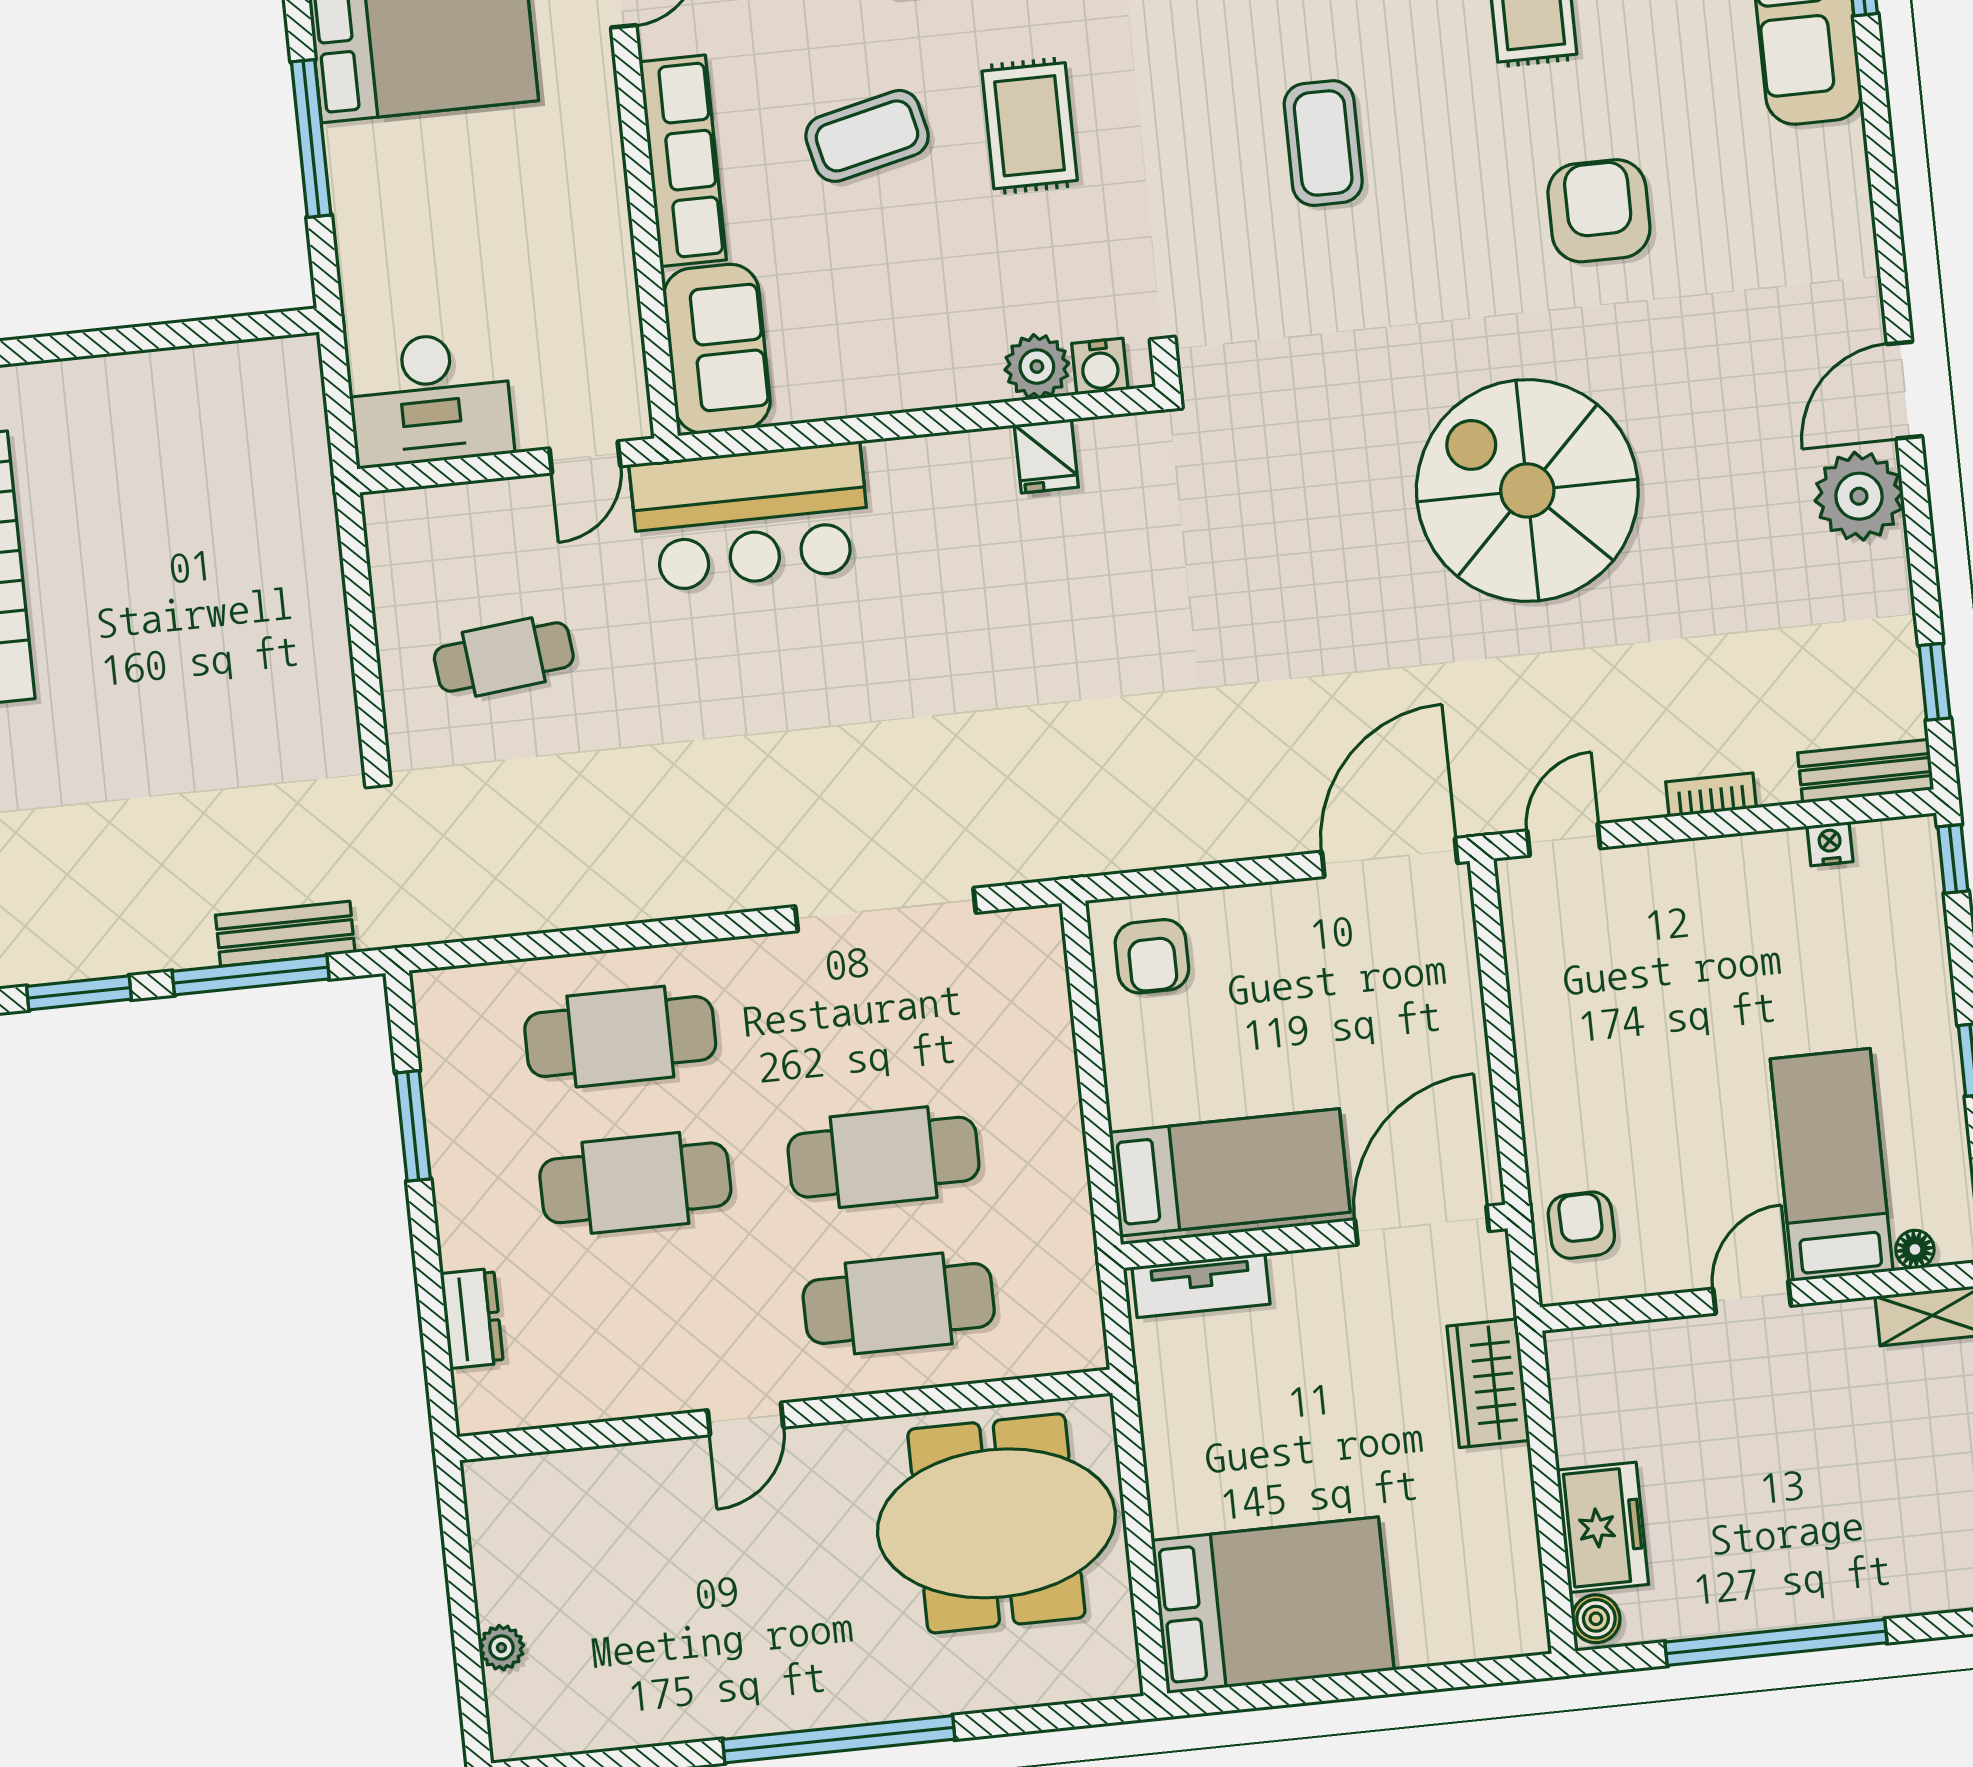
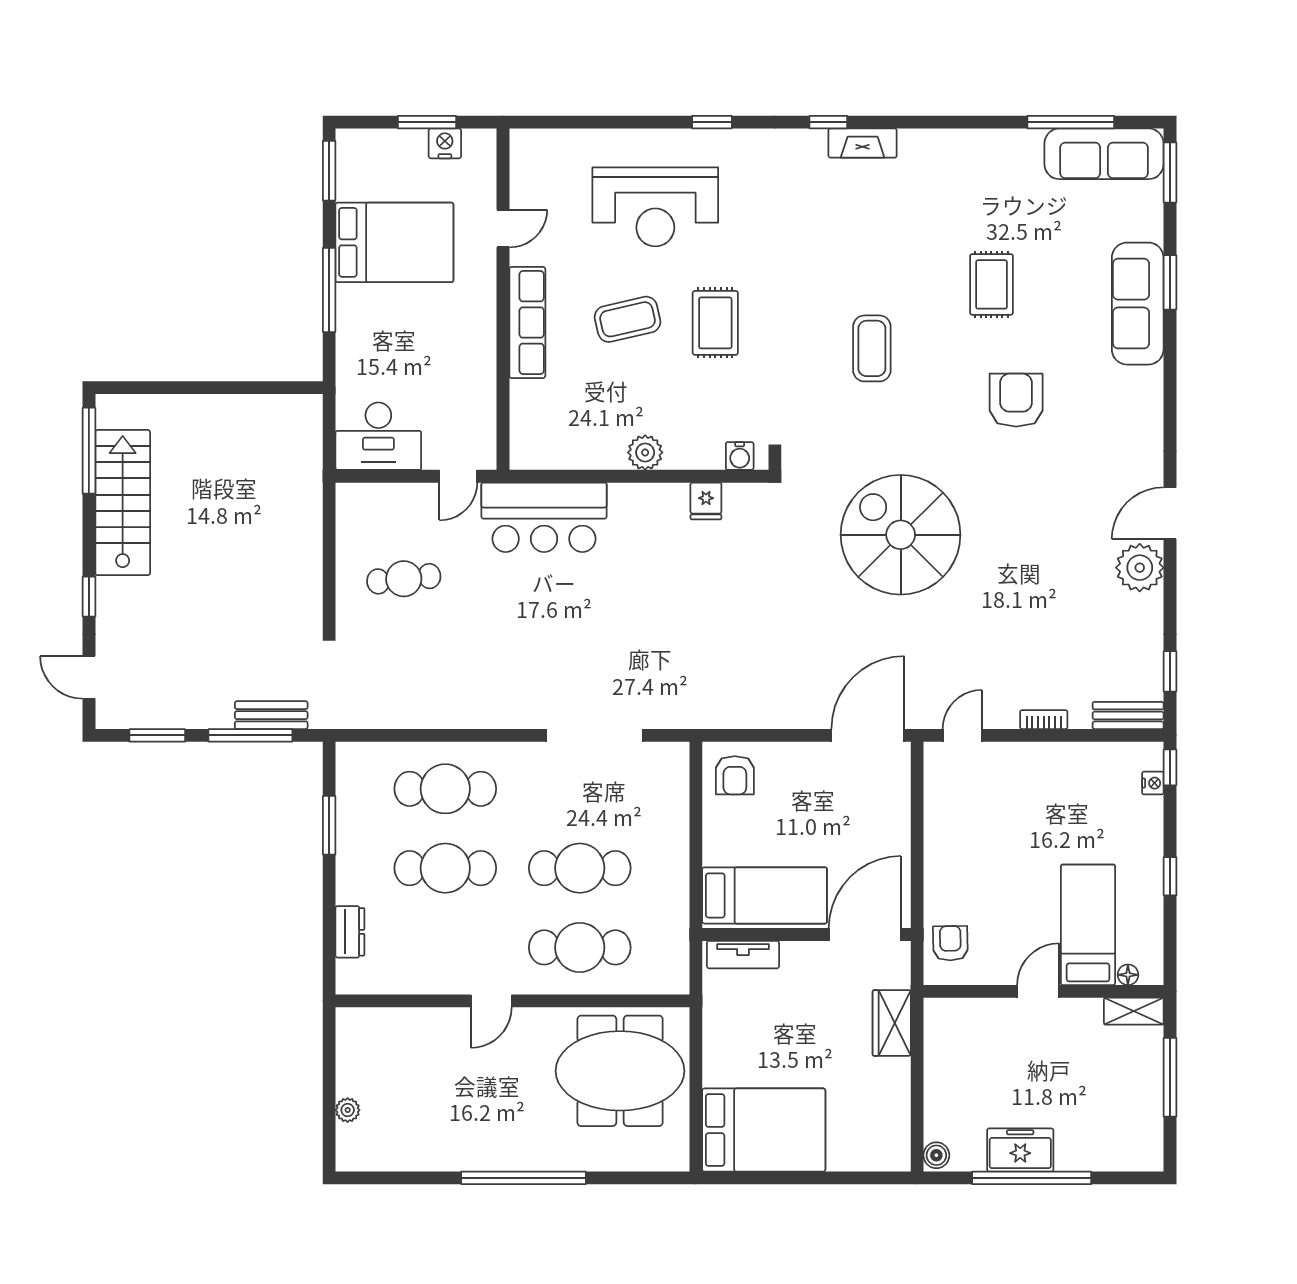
sofa: (717, 349) -> (535, 425), removed
plant: (1037, 367) -> (645, 452), moved
spiral stairs: (1527, 490) -> (901, 535), moved
nightstand: (1830, 844) -> (1153, 783), moved, turned 90
freezer: (1603, 1527) -> (1020, 1150), moved, turned -90

